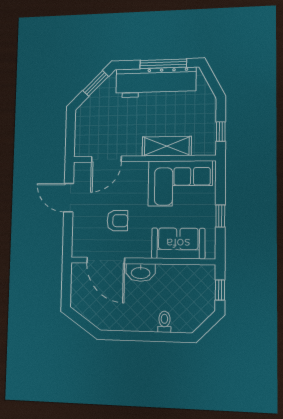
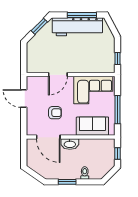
shelving: (167, 146) -> (85, 67), removed
door: (106, 159) -> (58, 75), moved
window: (220, 216) -> (118, 110), width x2.17
window: (135, 336) -> (67, 182), added

